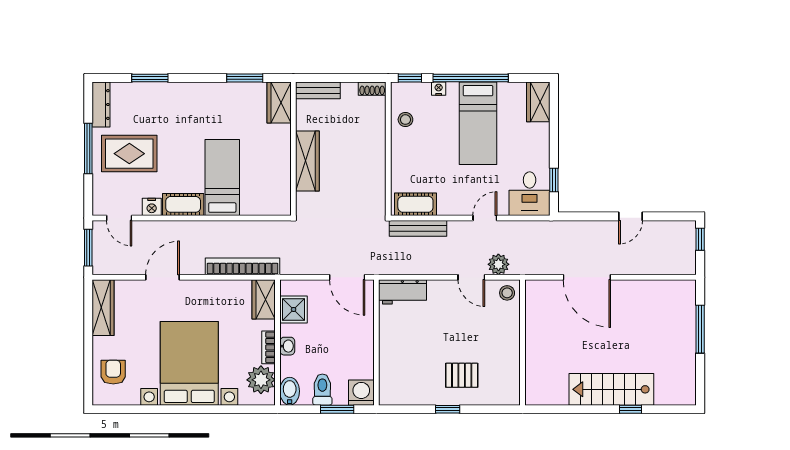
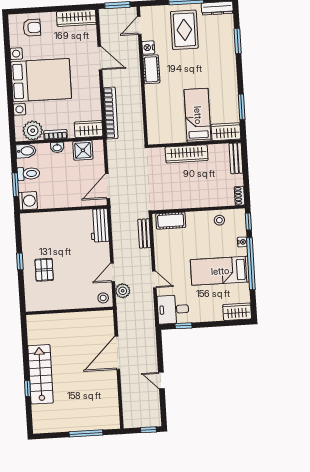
bed: (222, 177) -> (198, 115), moved, turned -90
cot: (415, 204) -> (171, 221), moved, turned 90
bench: (418, 228) -> (144, 233), width x0.73

